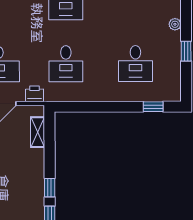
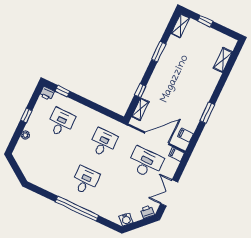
printer: (34, 94) -> (47, 93), moved
window: (50, 188) -> (140, 91), moved

